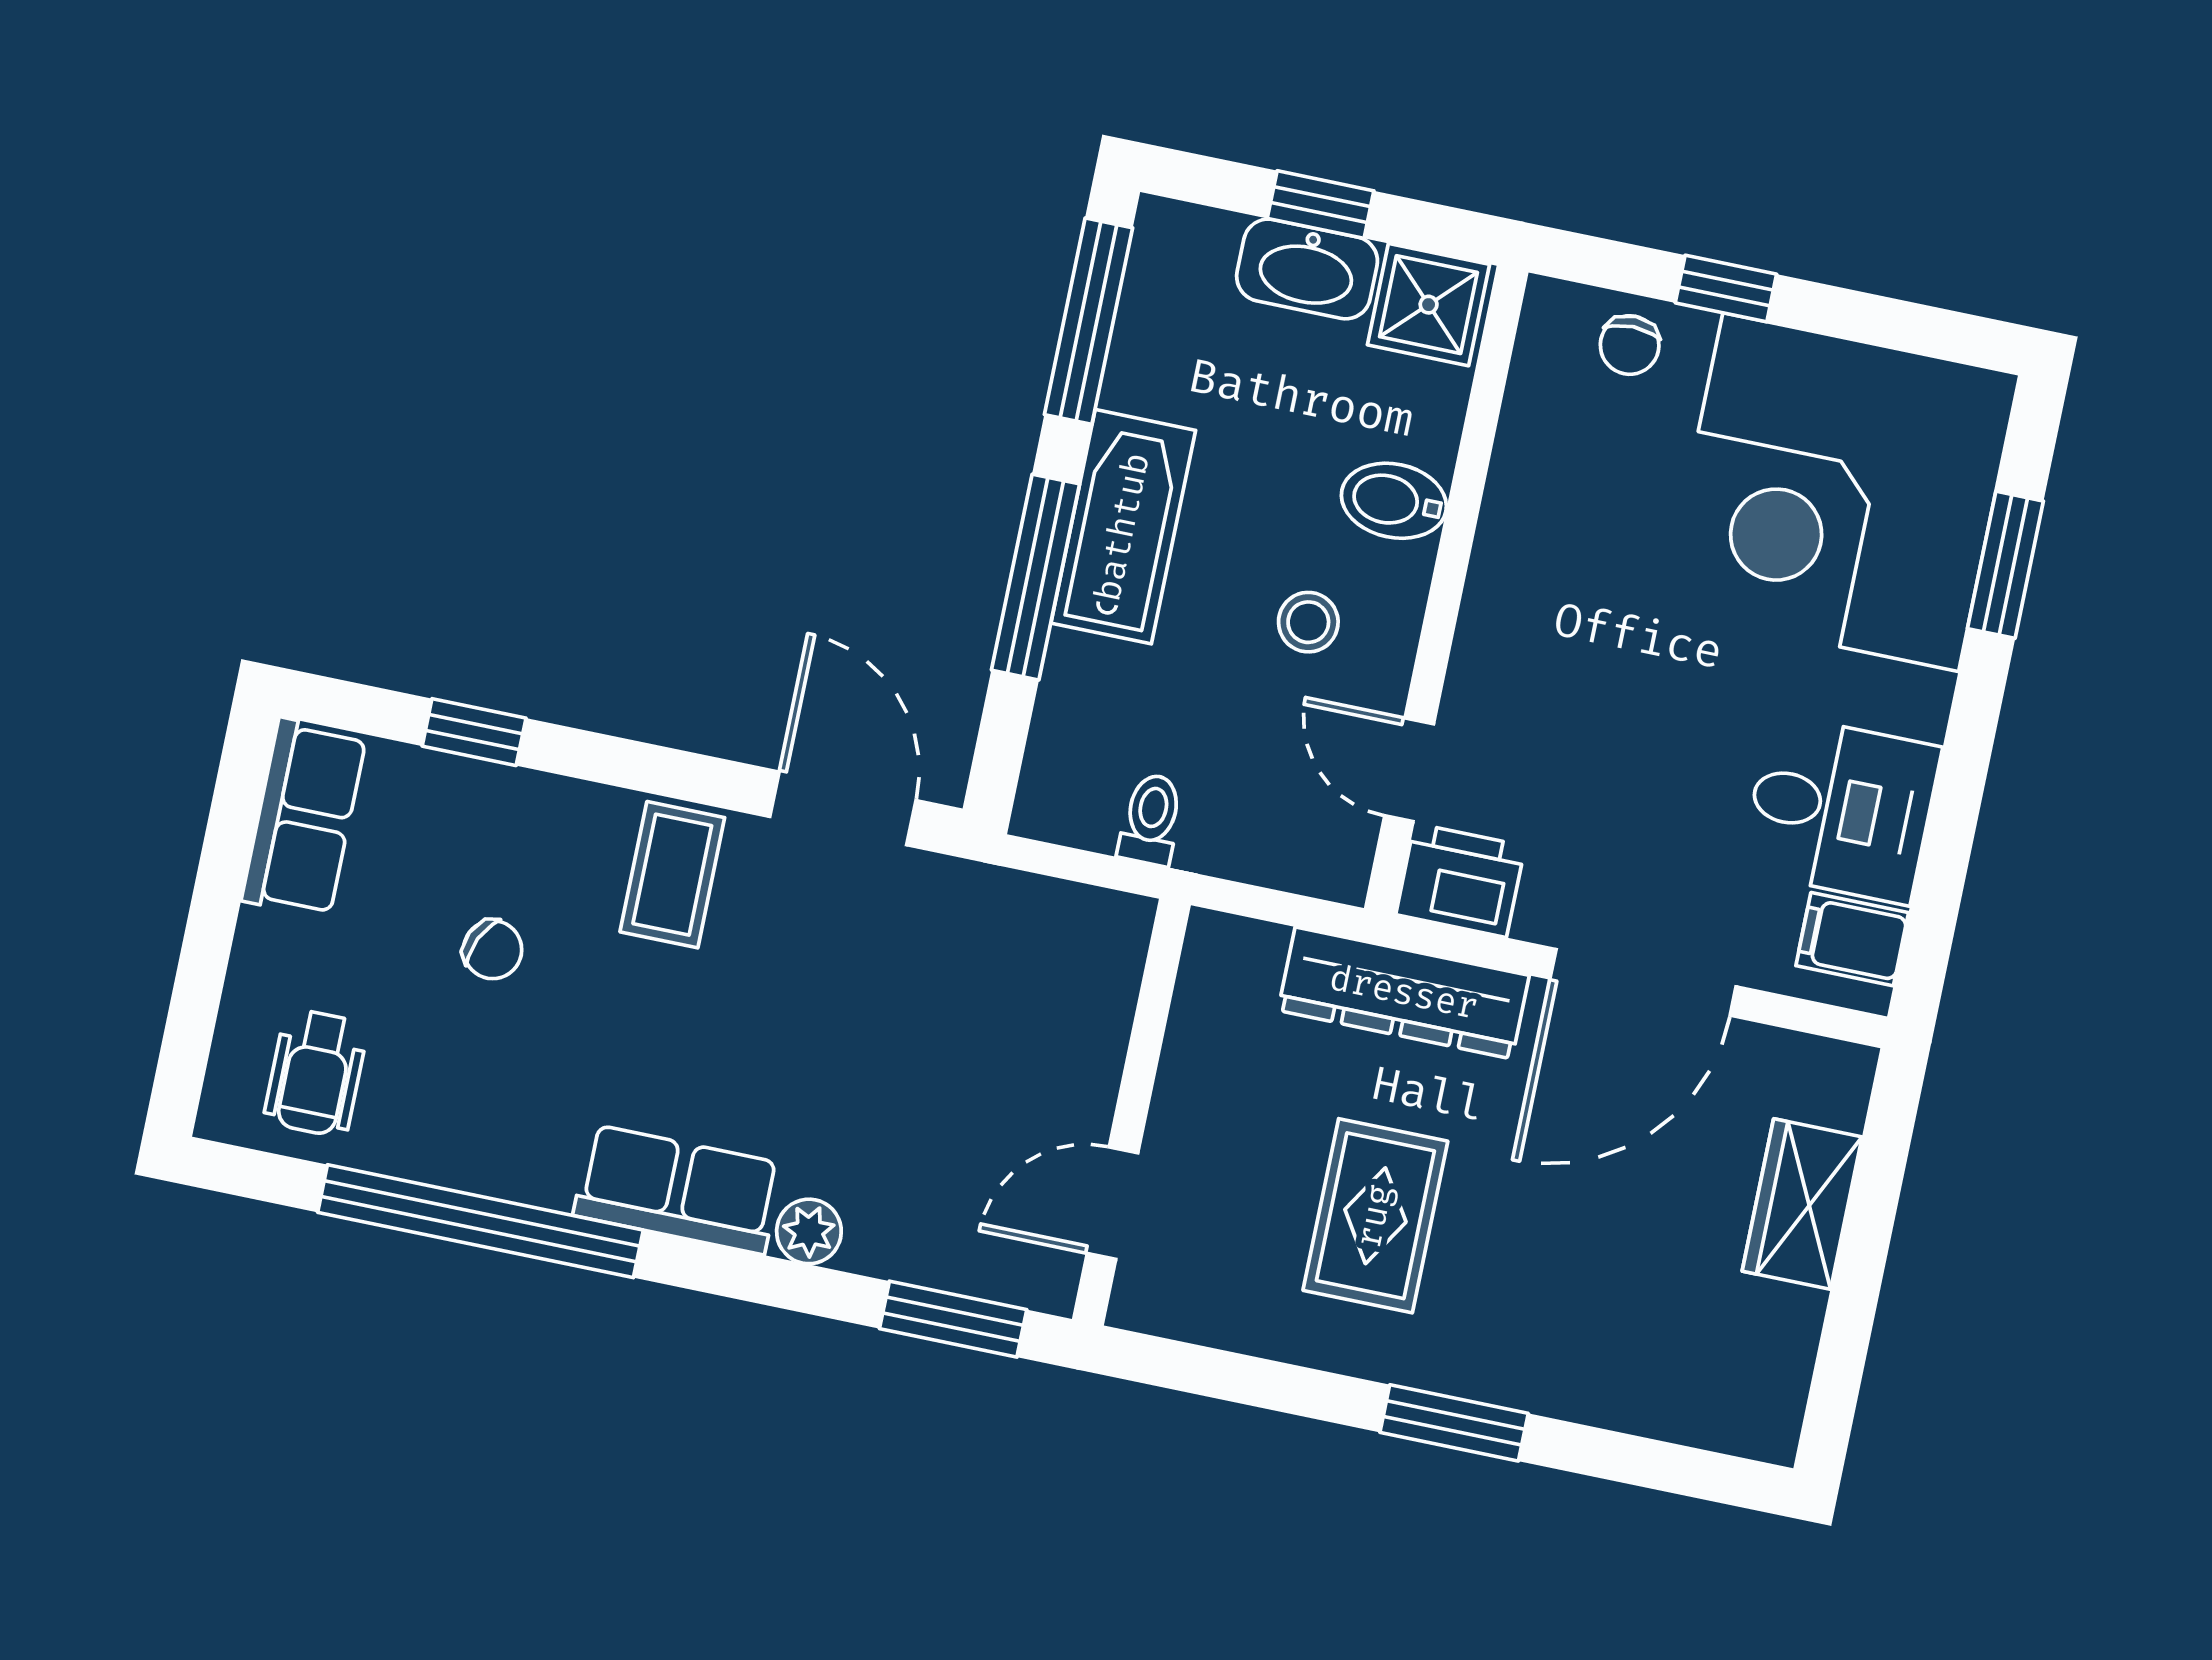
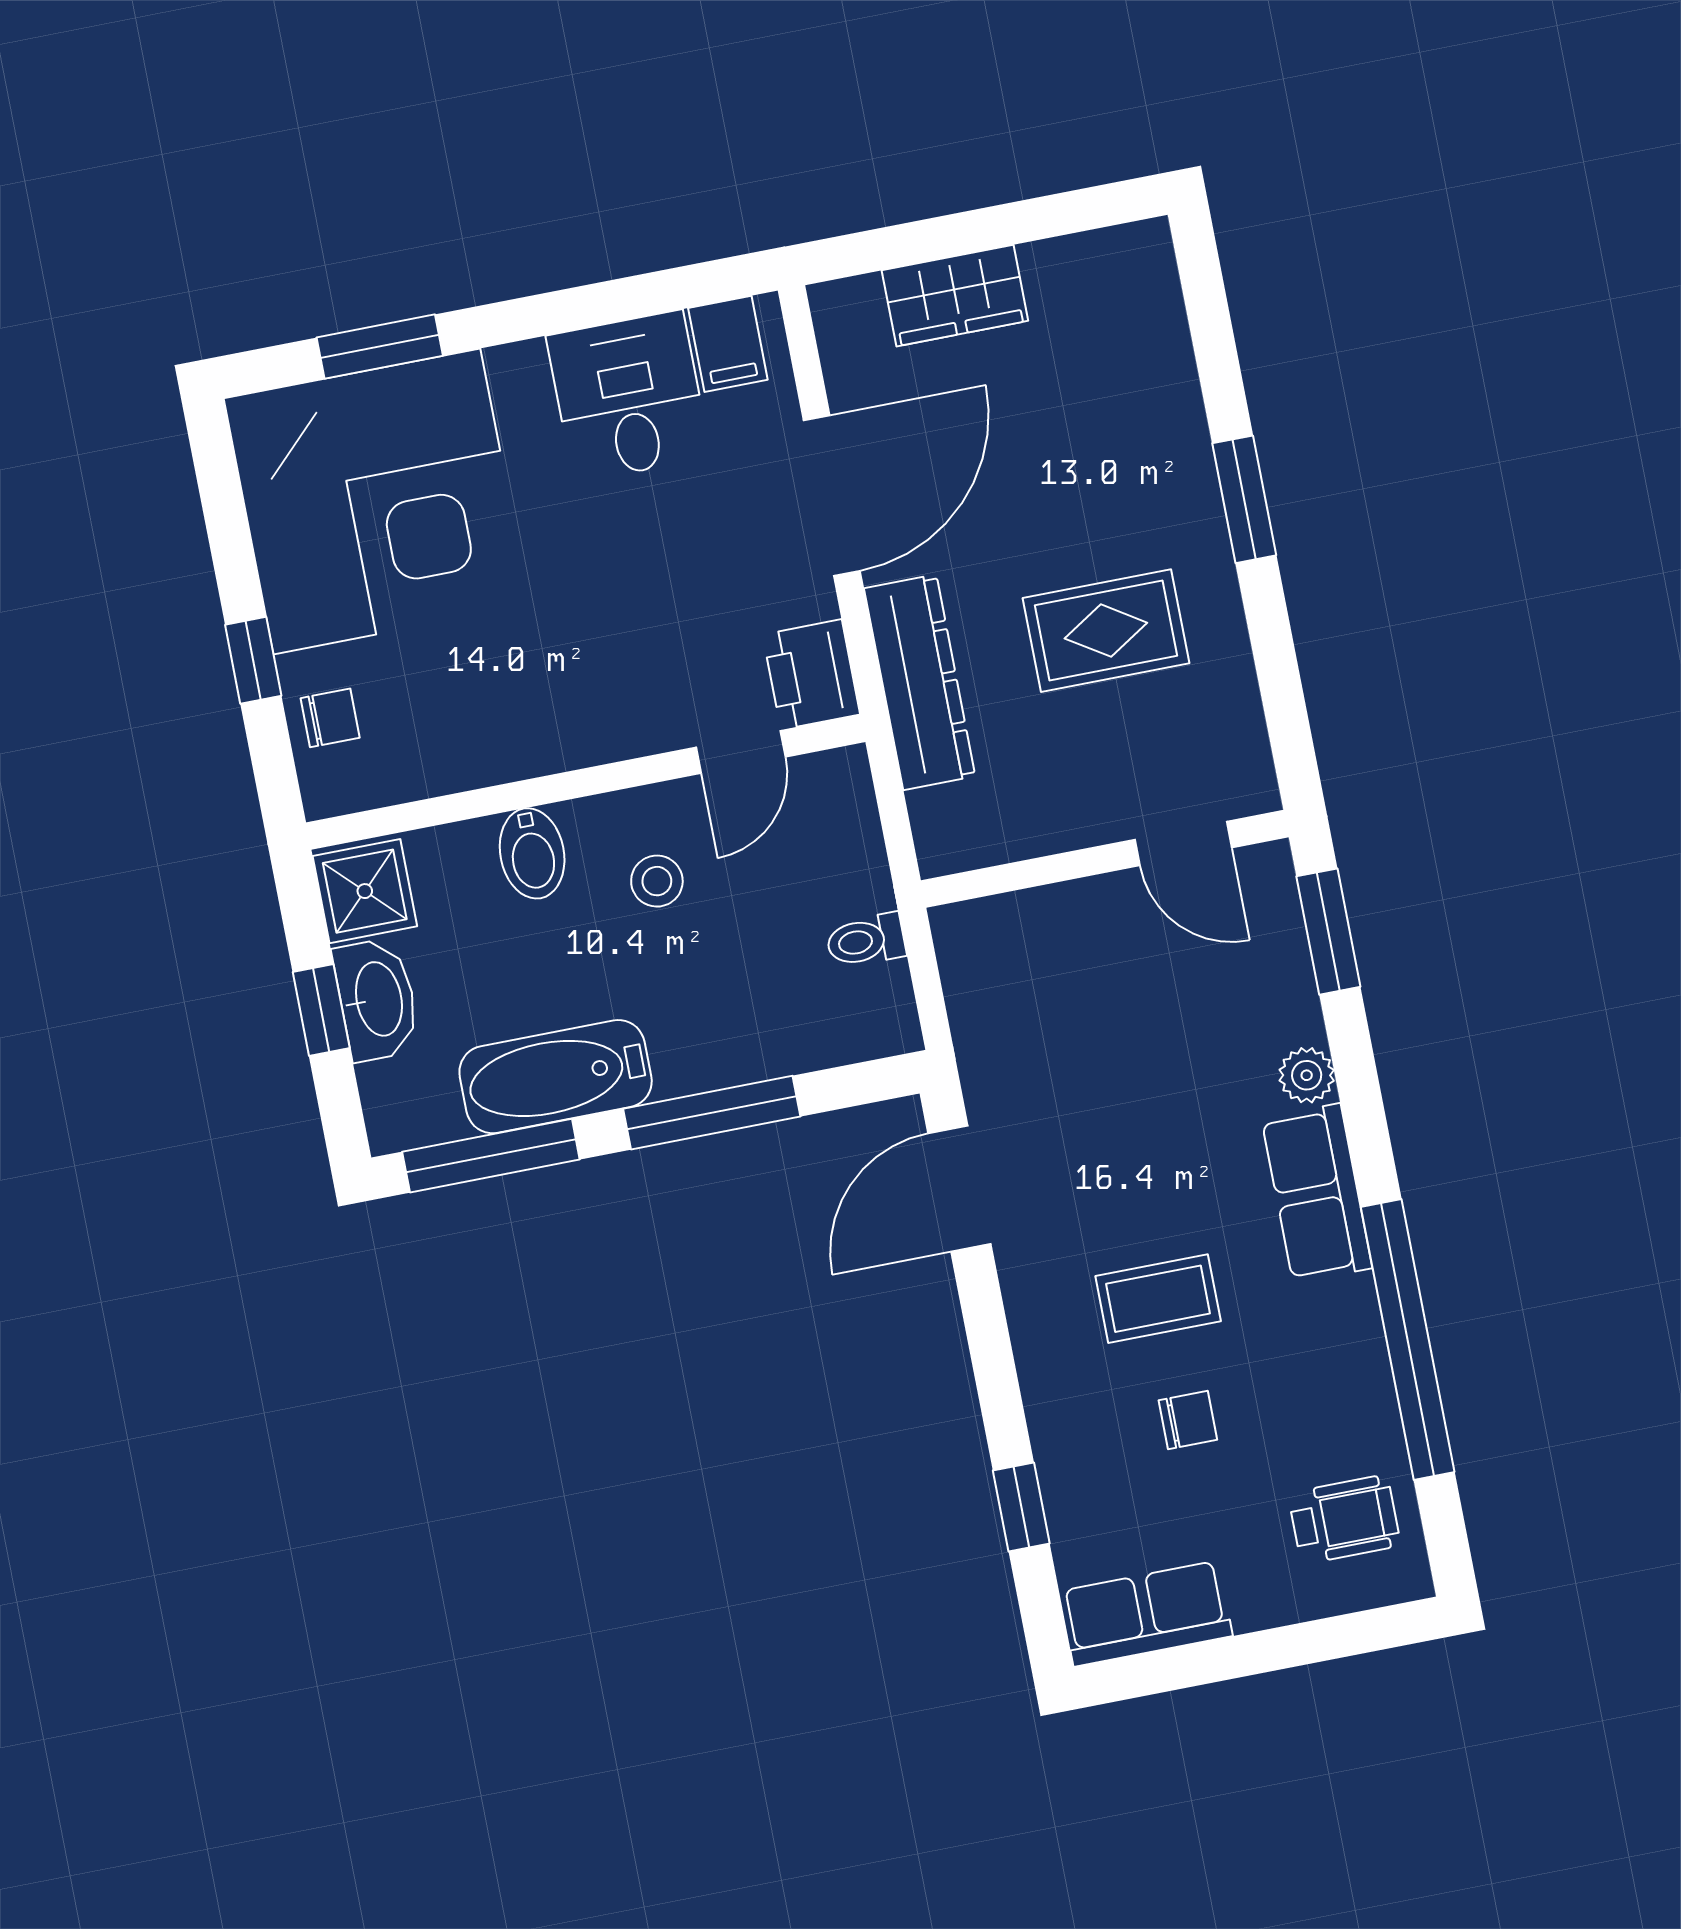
bathtub: (1123, 527) -> (556, 1077), moved
coffee table: (672, 875) -> (1158, 1299), moved
chair: (493, 950) -> (1188, 1420), turned 65
door: (1643, 982) -> (832, 496), hinge flipped

